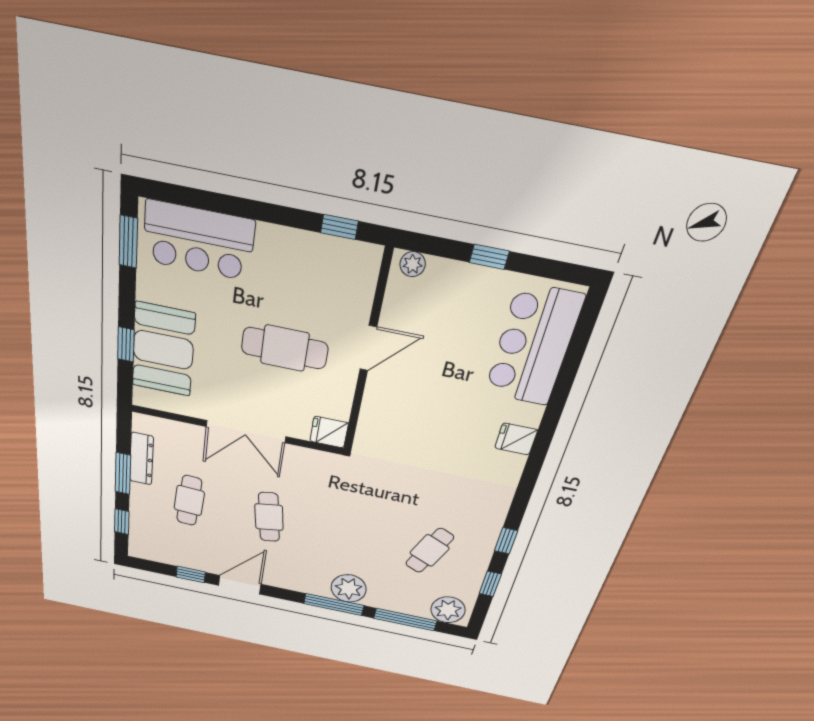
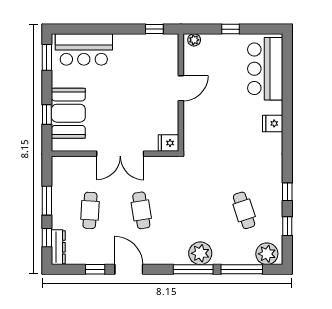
cafe table: (285, 348) -> (136, 98), removed
dresser: (141, 459) -> (58, 247), moved
cafe table: (430, 550) -> (244, 210), turned -42
door: (240, 585) -> (129, 269), hinge flipped

